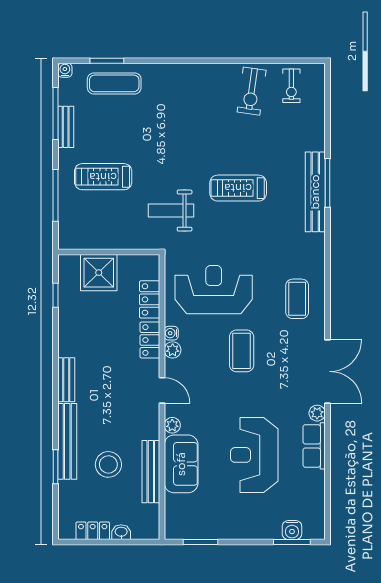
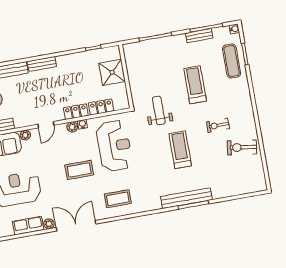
exercise bike: (291, 86) -> (218, 125), moved
treadmill: (103, 177) -> (195, 85), moved
double door: (328, 371) -> (76, 226), swing flipped

